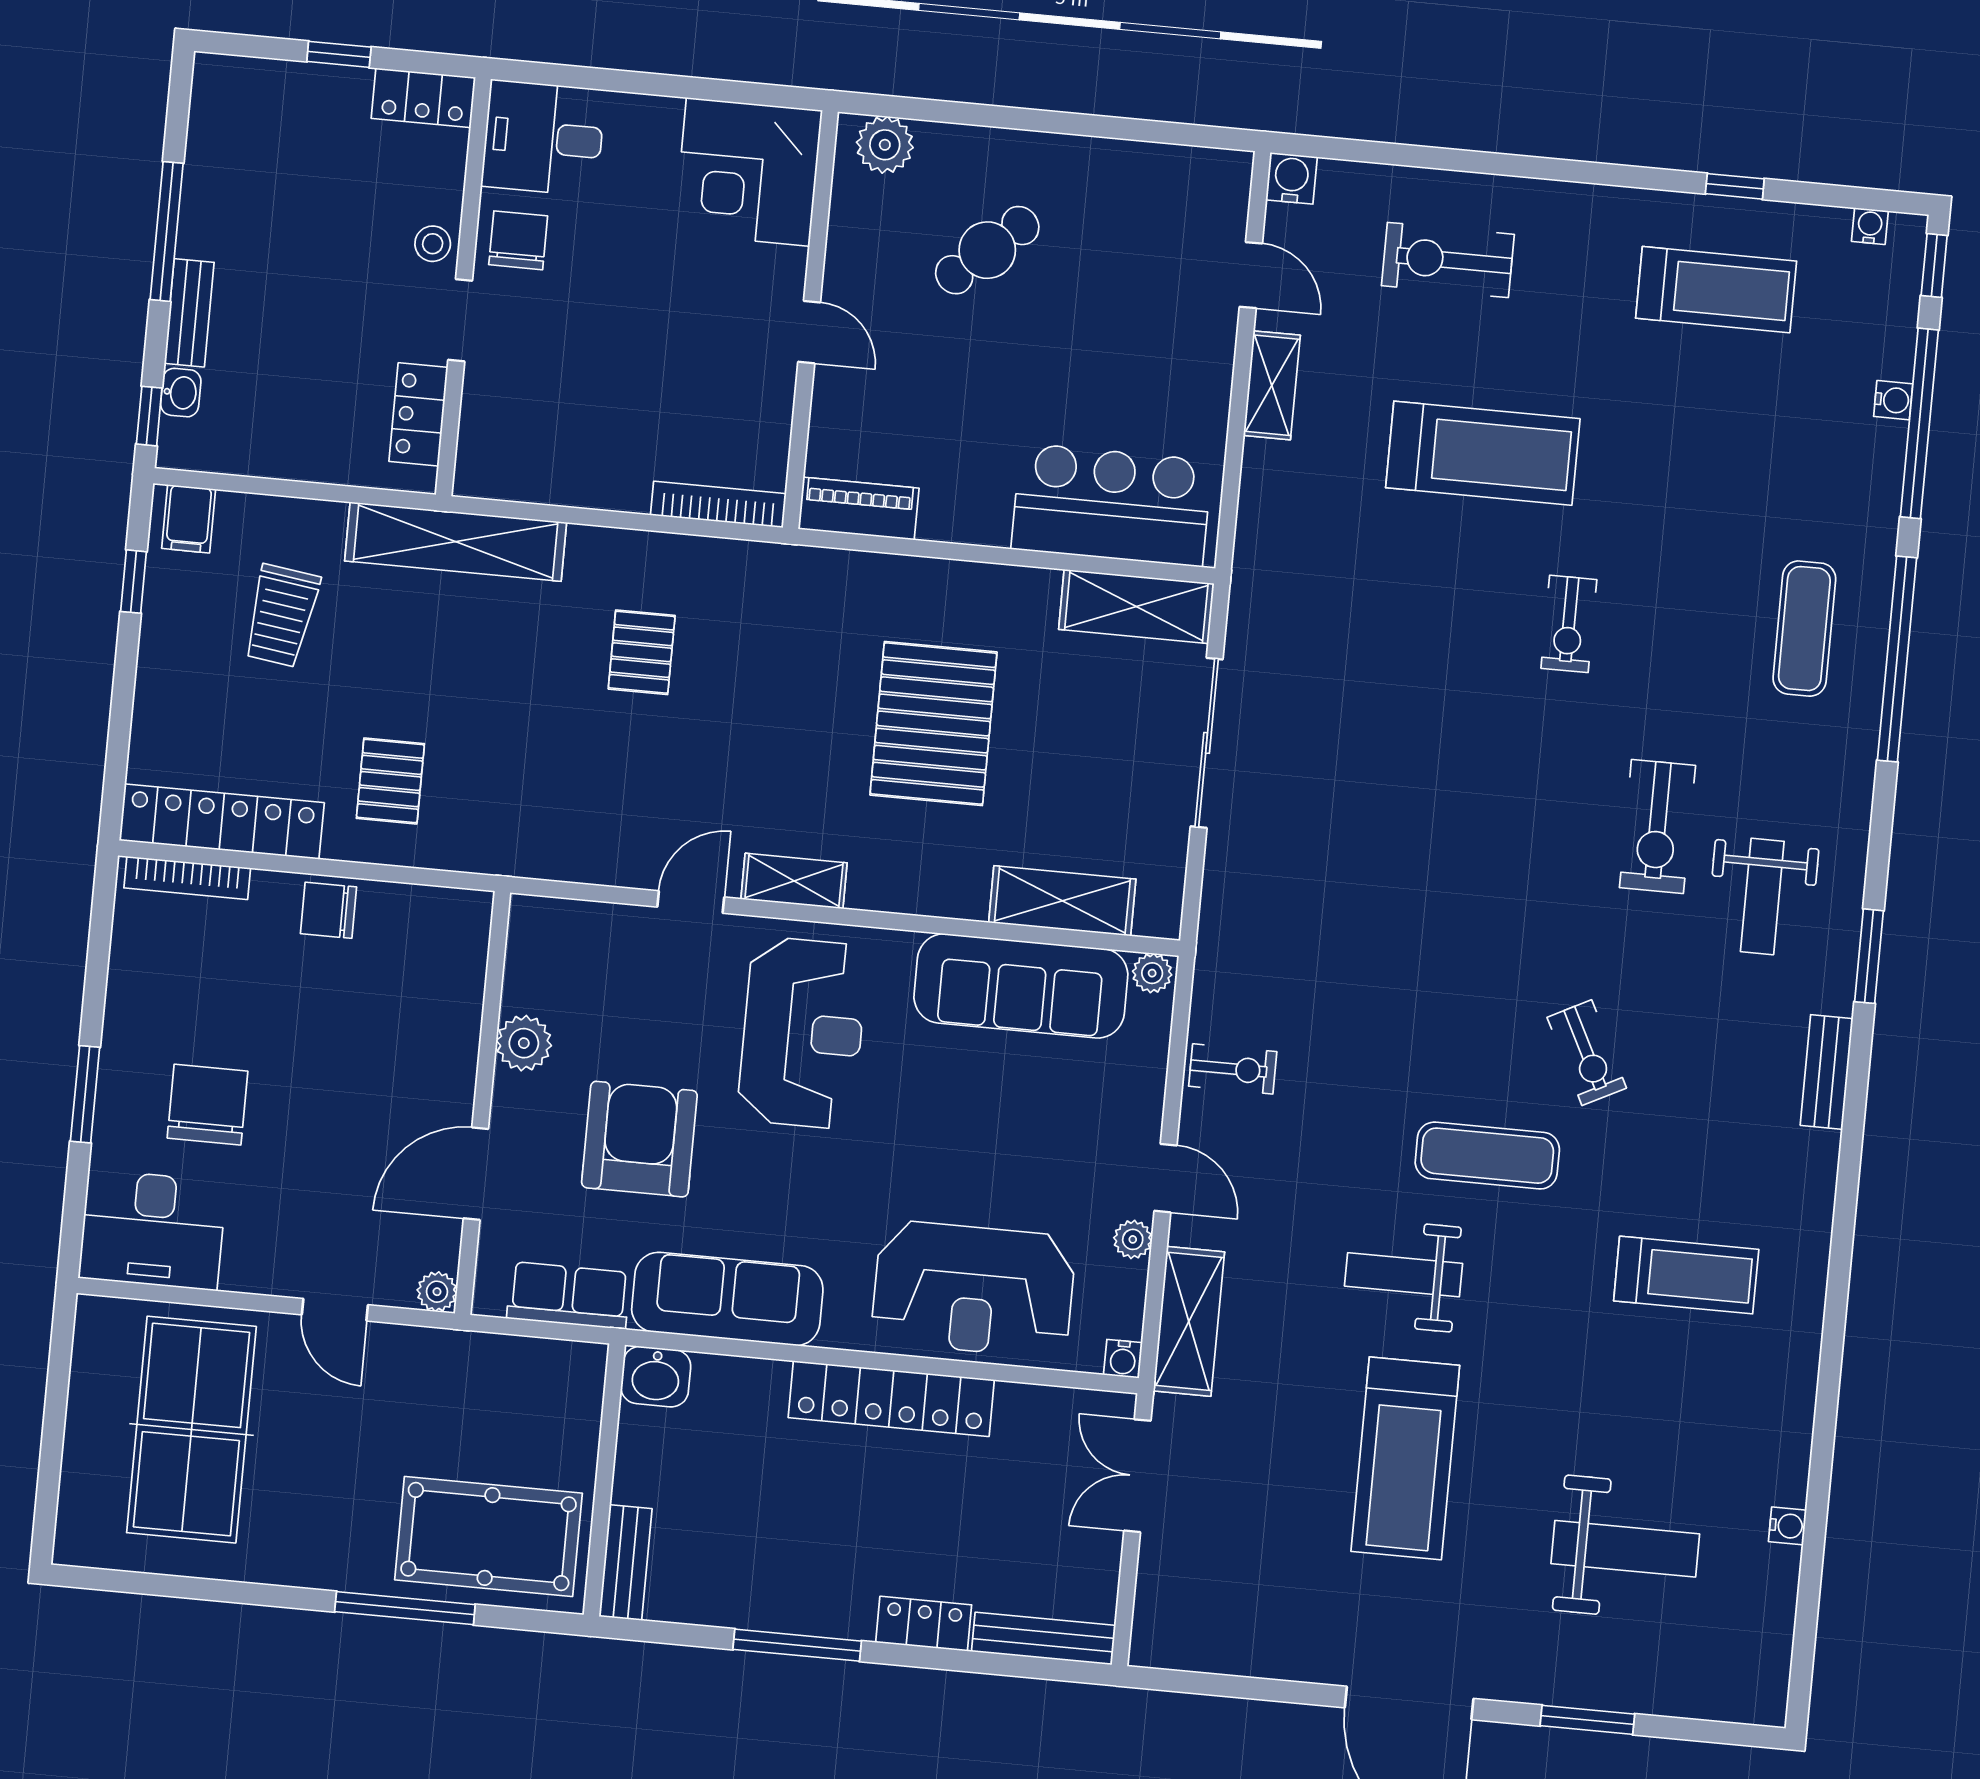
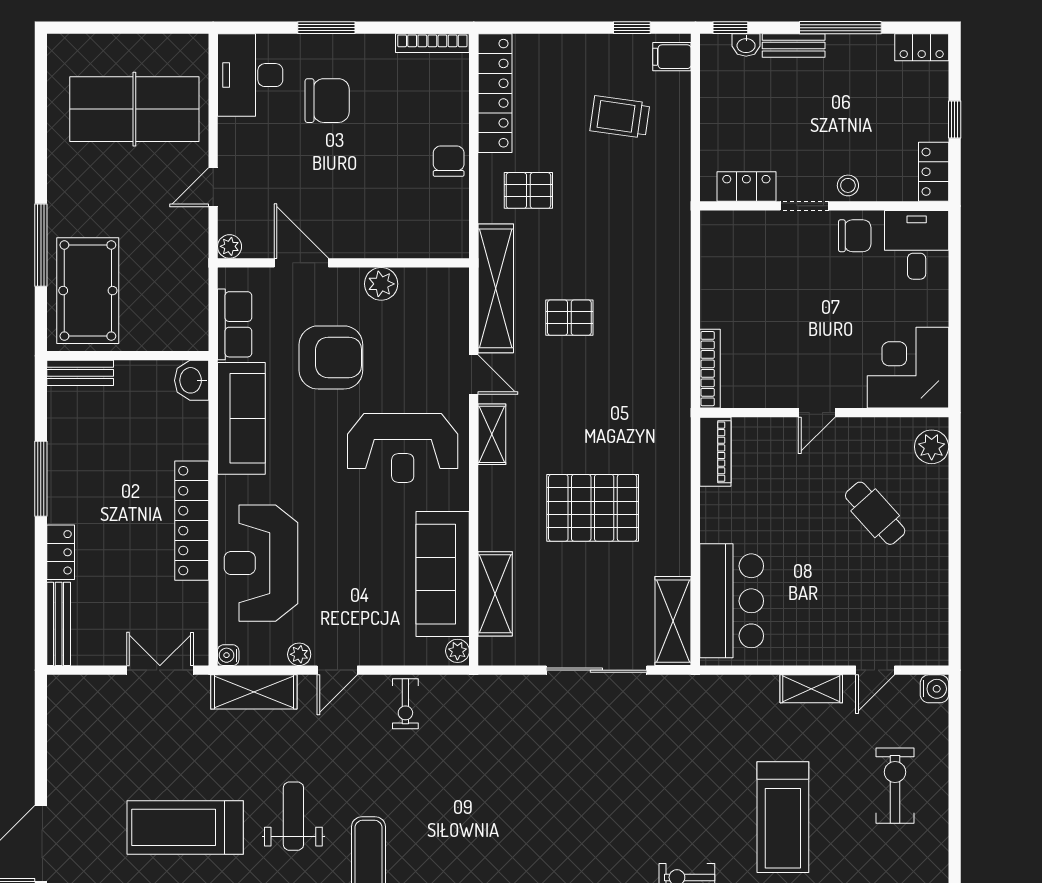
locker: (212, 98) -> (922, 47), added
shelving: (456, 542) -> (496, 288), moved
pallet: (642, 652) -> (569, 318), moved
bookcase: (187, 878) -> (432, 43), moved, turned -90

